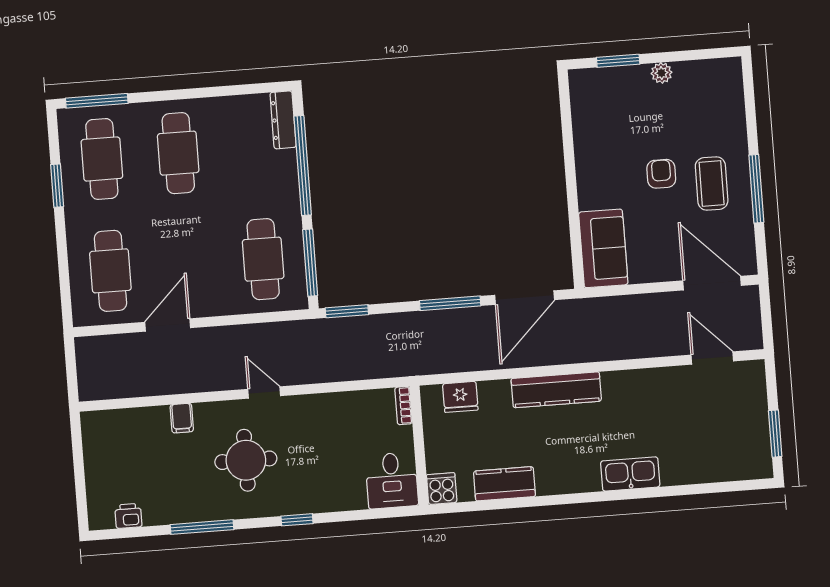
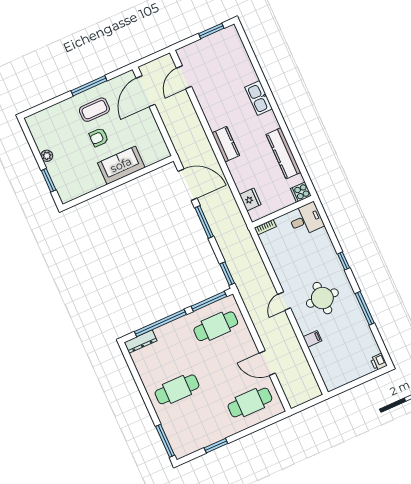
cafe table: (102, 159) -> (194, 427), removed
sofa: (603, 248) -> (121, 165), moved
kitchen counter: (556, 390) -> (226, 144), width x0.67
kitchen counter: (504, 484) -> (283, 153), width x1.50
printer: (128, 516) -> (379, 362), moved

